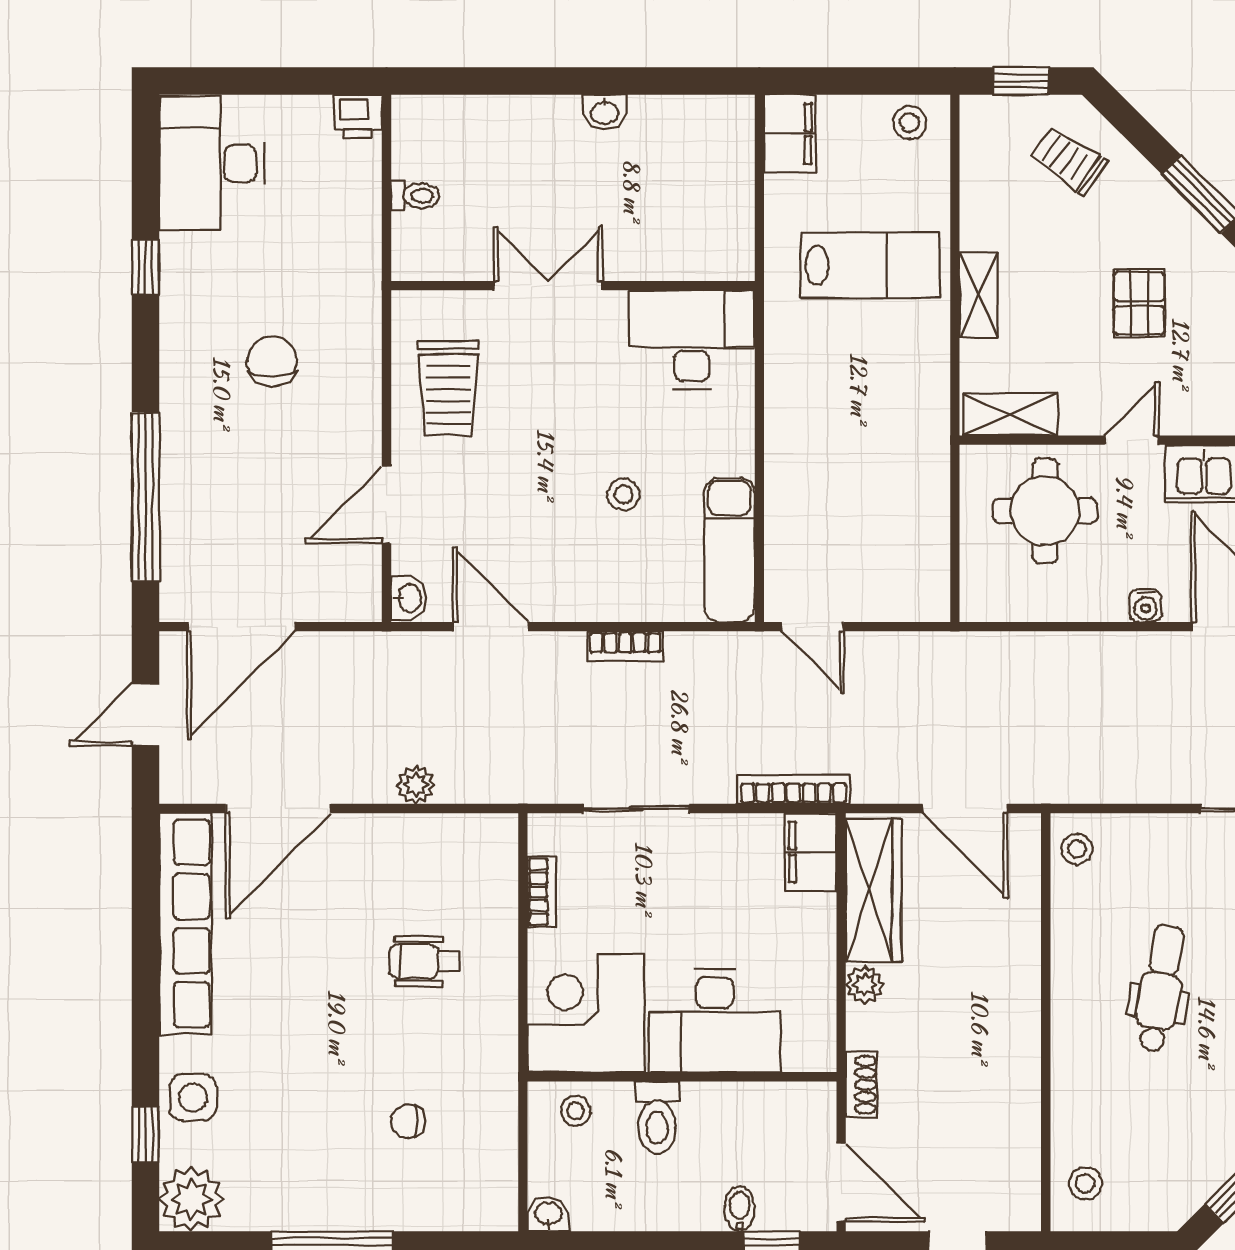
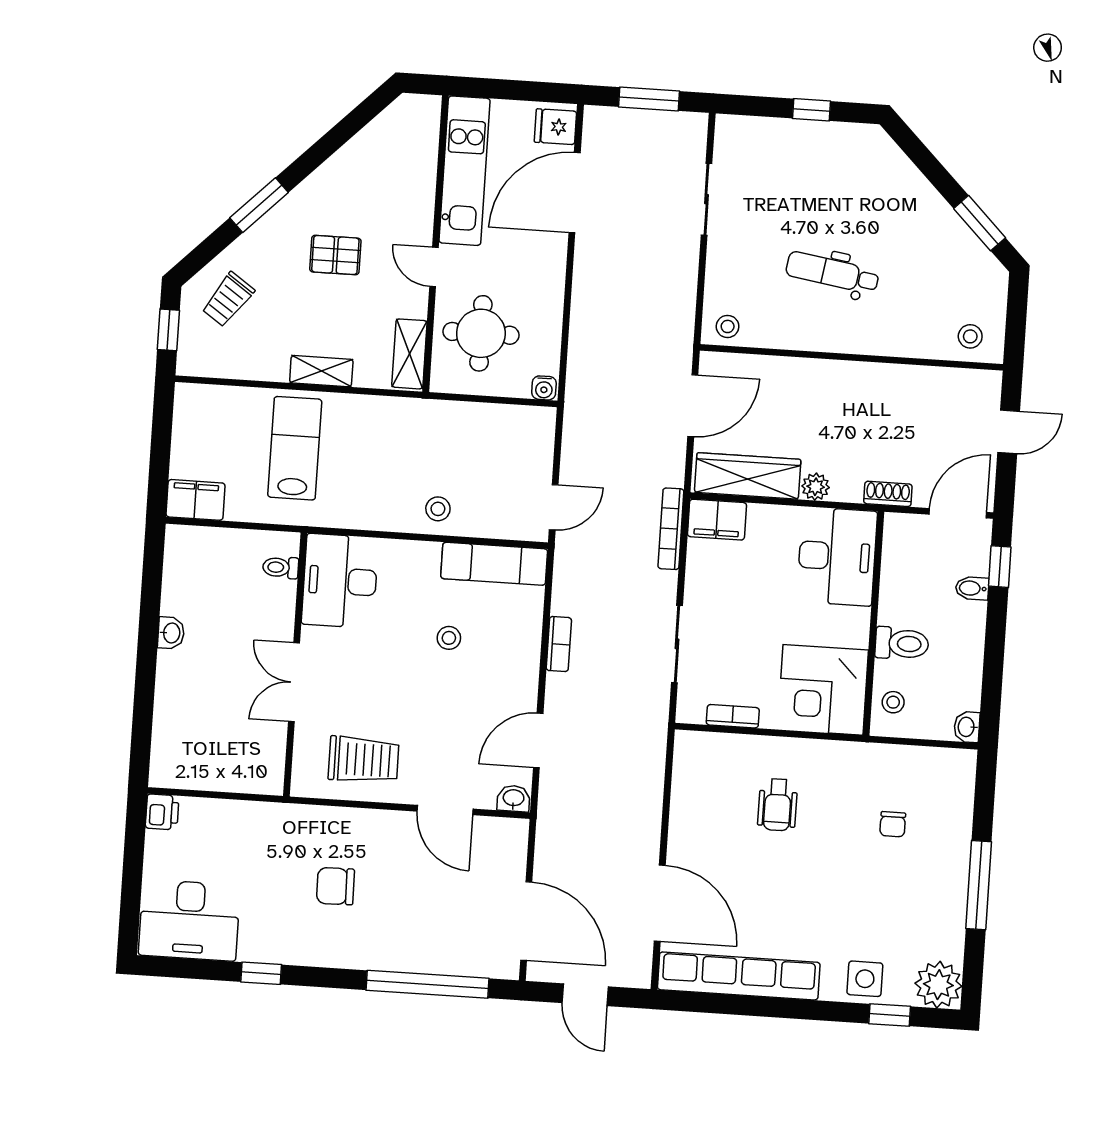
stool: (910, 123) -> (438, 509), moved
toilet: (415, 196) -> (281, 567), moved, turned -90
water cooler: (1146, 606) -> (544, 388), moved, turned 90
plant: (416, 785) -> (649, 802), removed
desk: (715, 1020) -> (837, 556), moved

